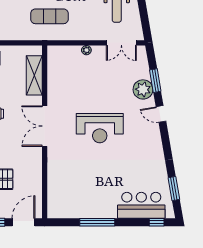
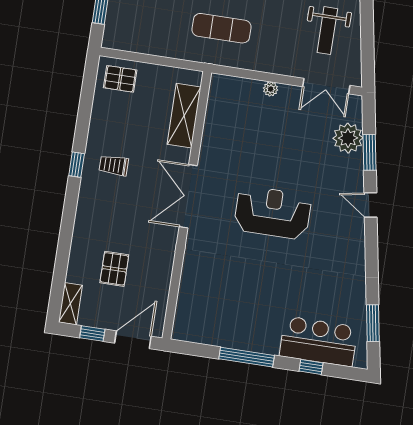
plant: (143, 89) -> (348, 138), moved
reception desk: (100, 128) -> (273, 213), turned 180
window: (157, 222) -> (311, 367), moved

